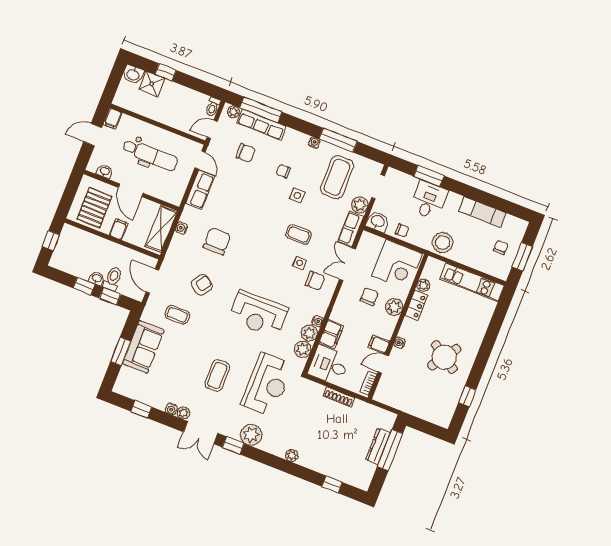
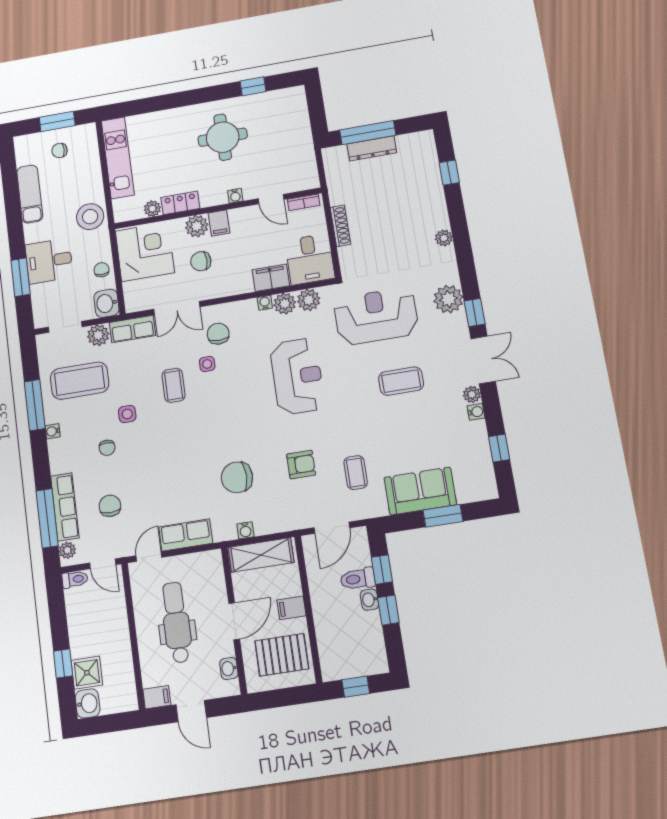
armchair: (202, 285) -> (301, 465), turned 146
filing cabinet: (379, 344) -> (219, 223), moved
round table: (444, 357) -> (223, 137), turned -34

